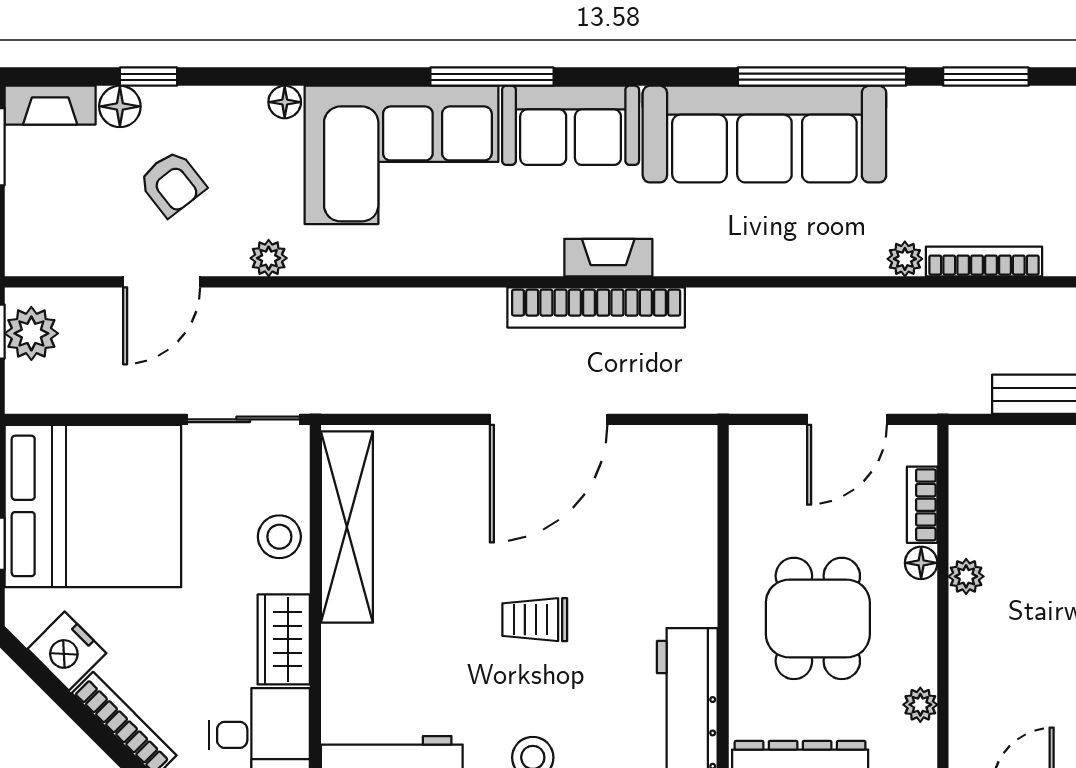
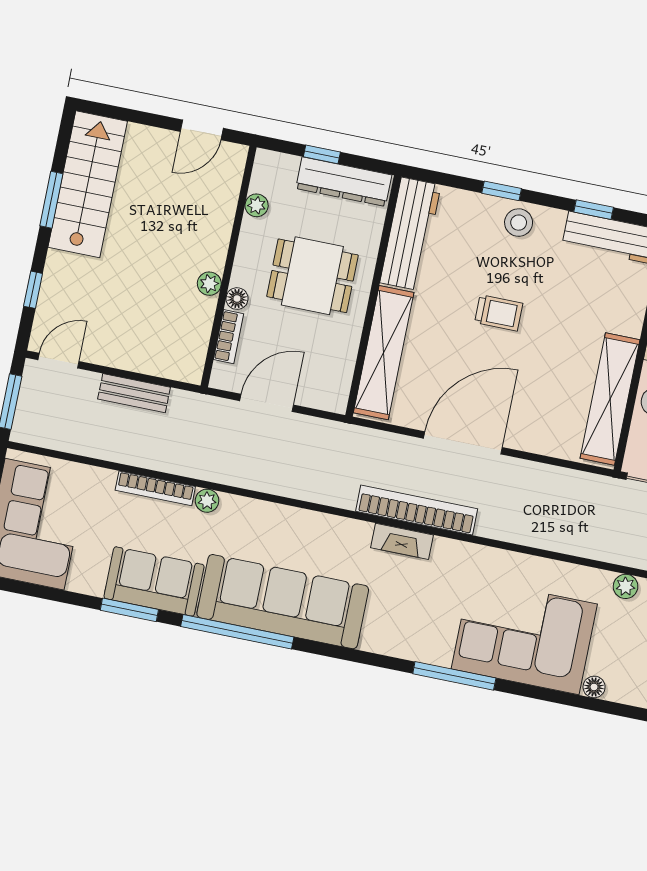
sofa: (571, 125) -> (154, 581), moved
shelving: (691, 528) -> (384, 353), added
dining table: (818, 618) -> (312, 276), turned 90

